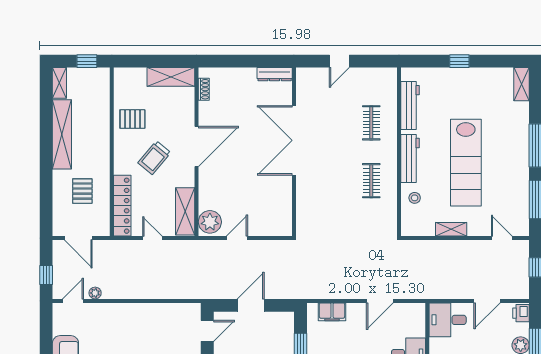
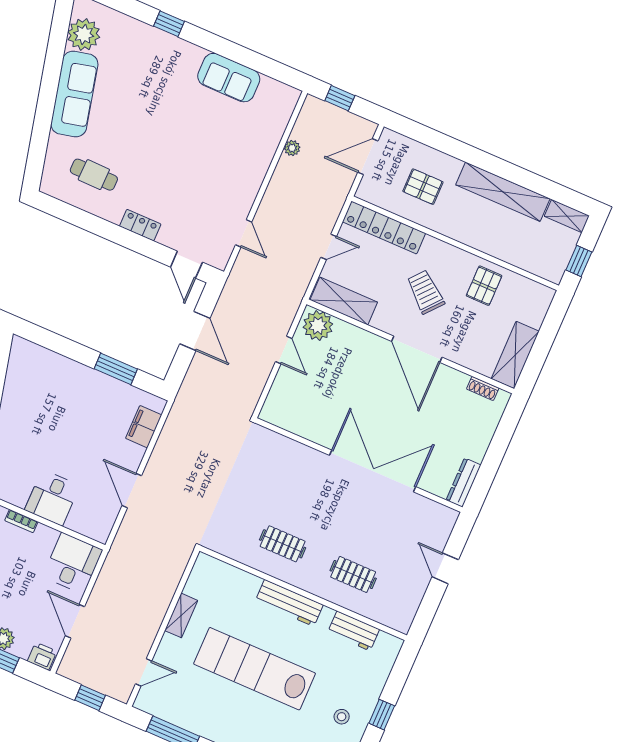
workbench: (410, 106) -> (354, 631), width x0.73
stool: (415, 198) -> (342, 717), moved
door: (73, 301) -> (244, 233), moved

